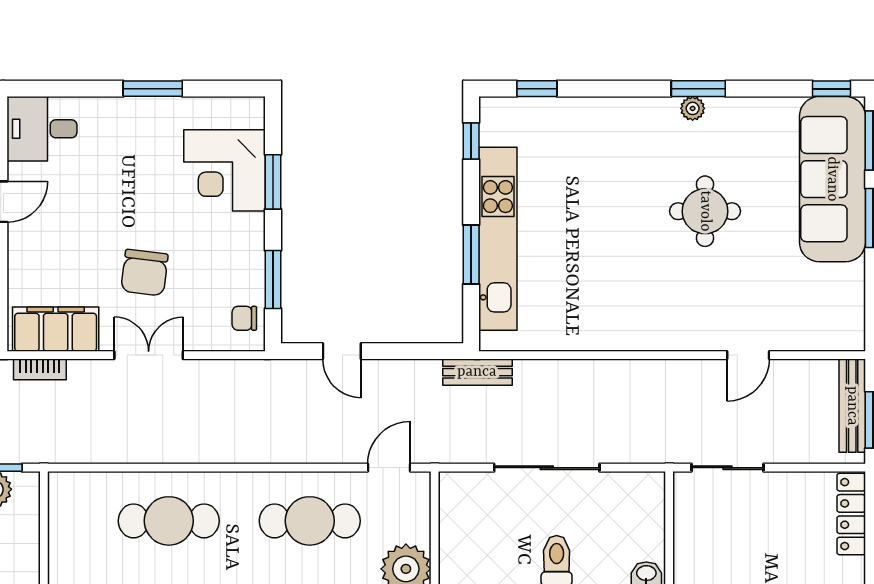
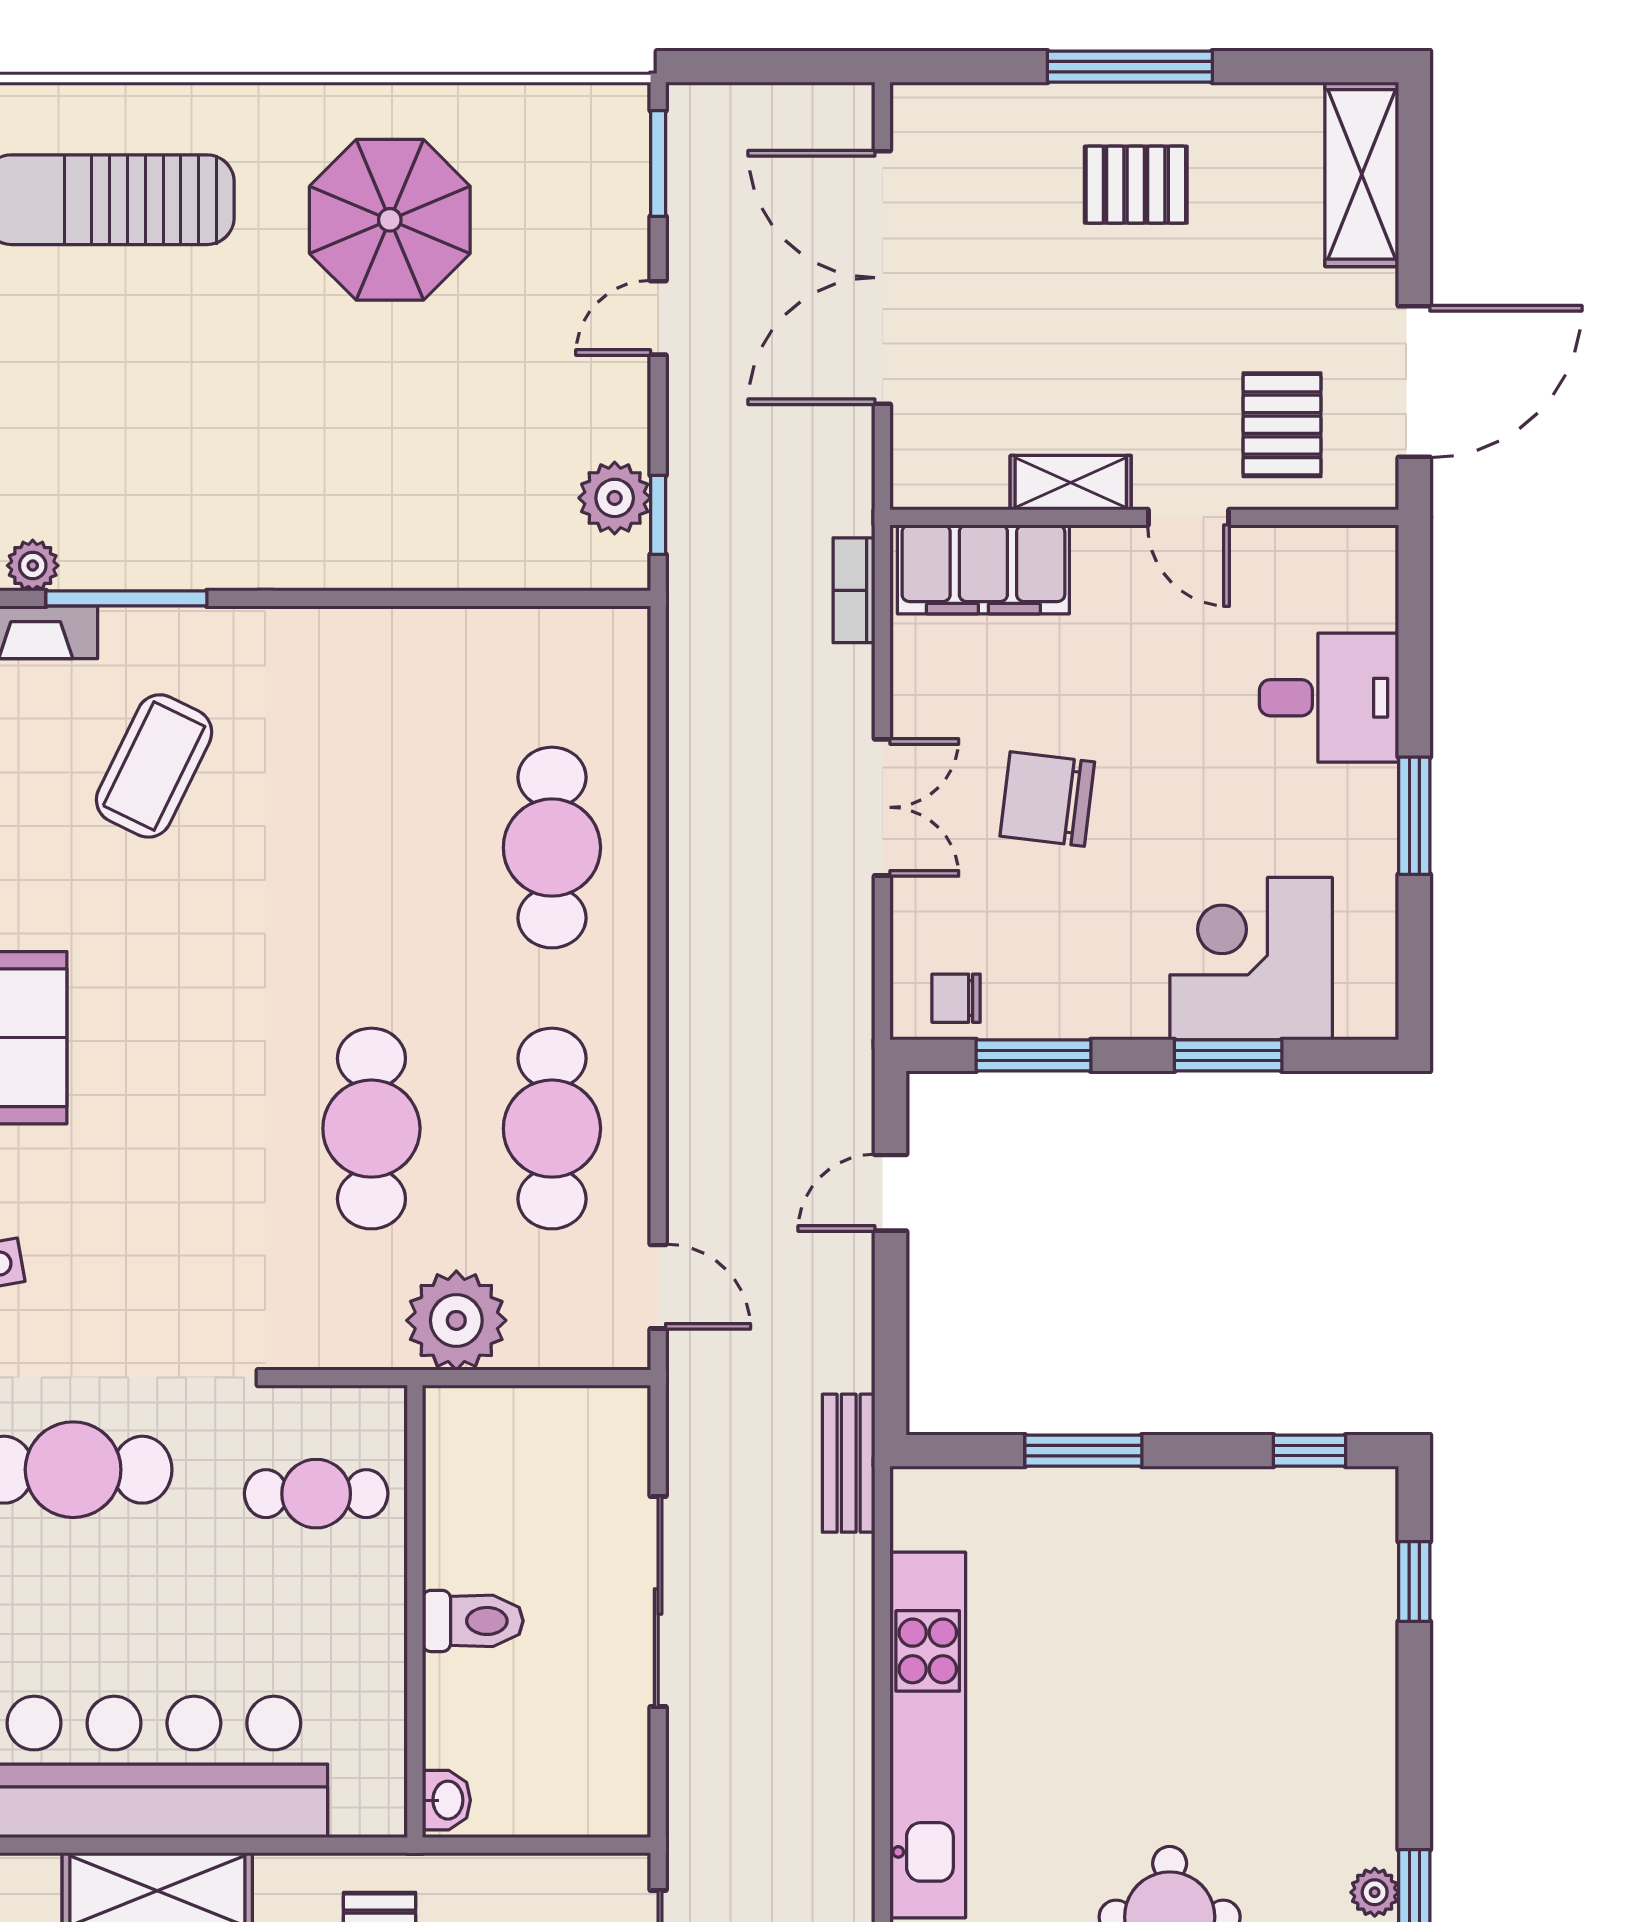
desk: (42, 129) -> (1329, 698), moved, turned 90
kitchen unit: (498, 239) -> (928, 1735), moved, turned -90
chair: (244, 318) -> (956, 998), turned -90
filing cabinet: (56, 329) -> (983, 569), moved, turned 90

